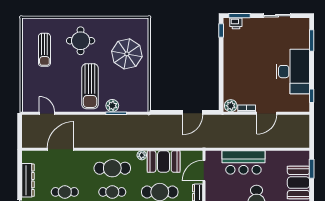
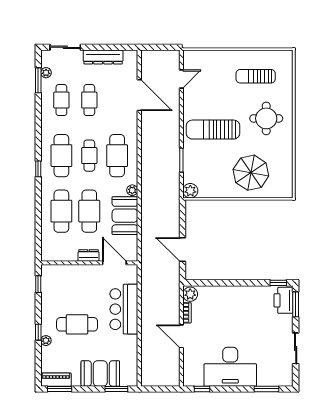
printer: (236, 23) -> (284, 300), width x1.87, depth x1.48
plant: (112, 106) -> (190, 191), moved

